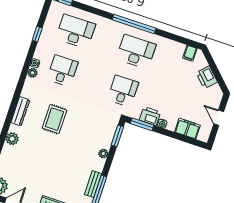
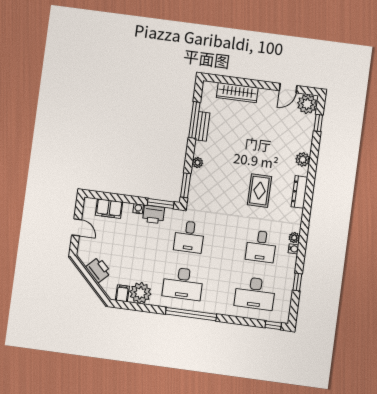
plant: (174, 51) -> (140, 293), added

